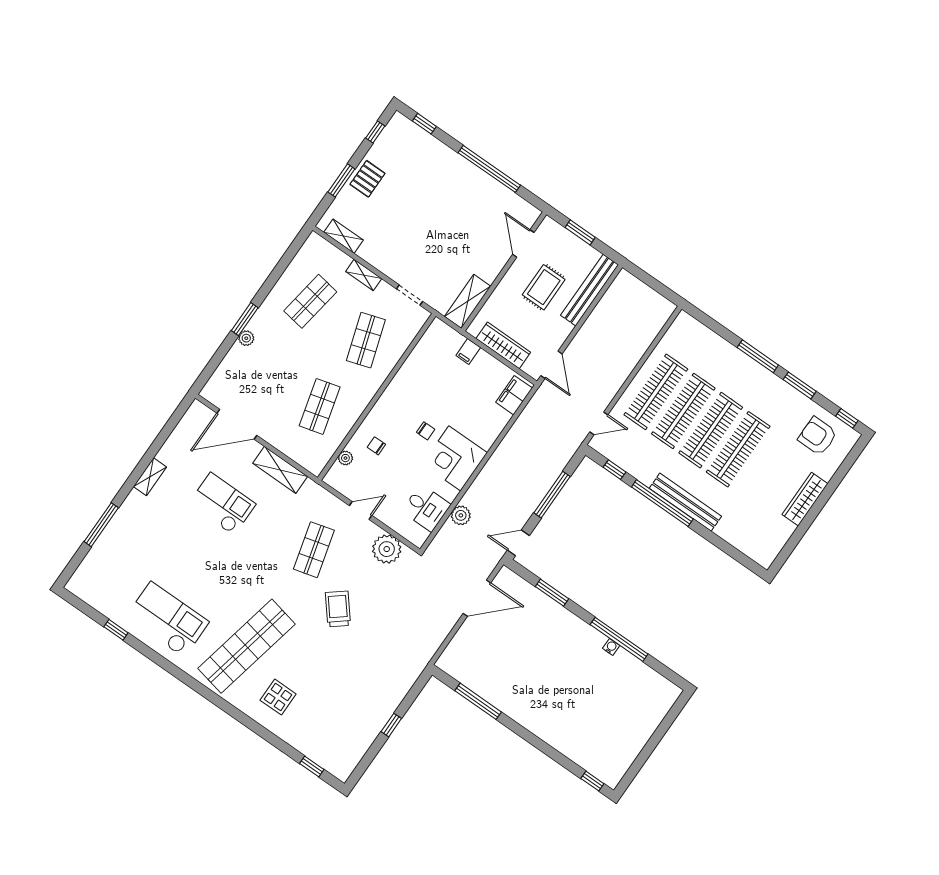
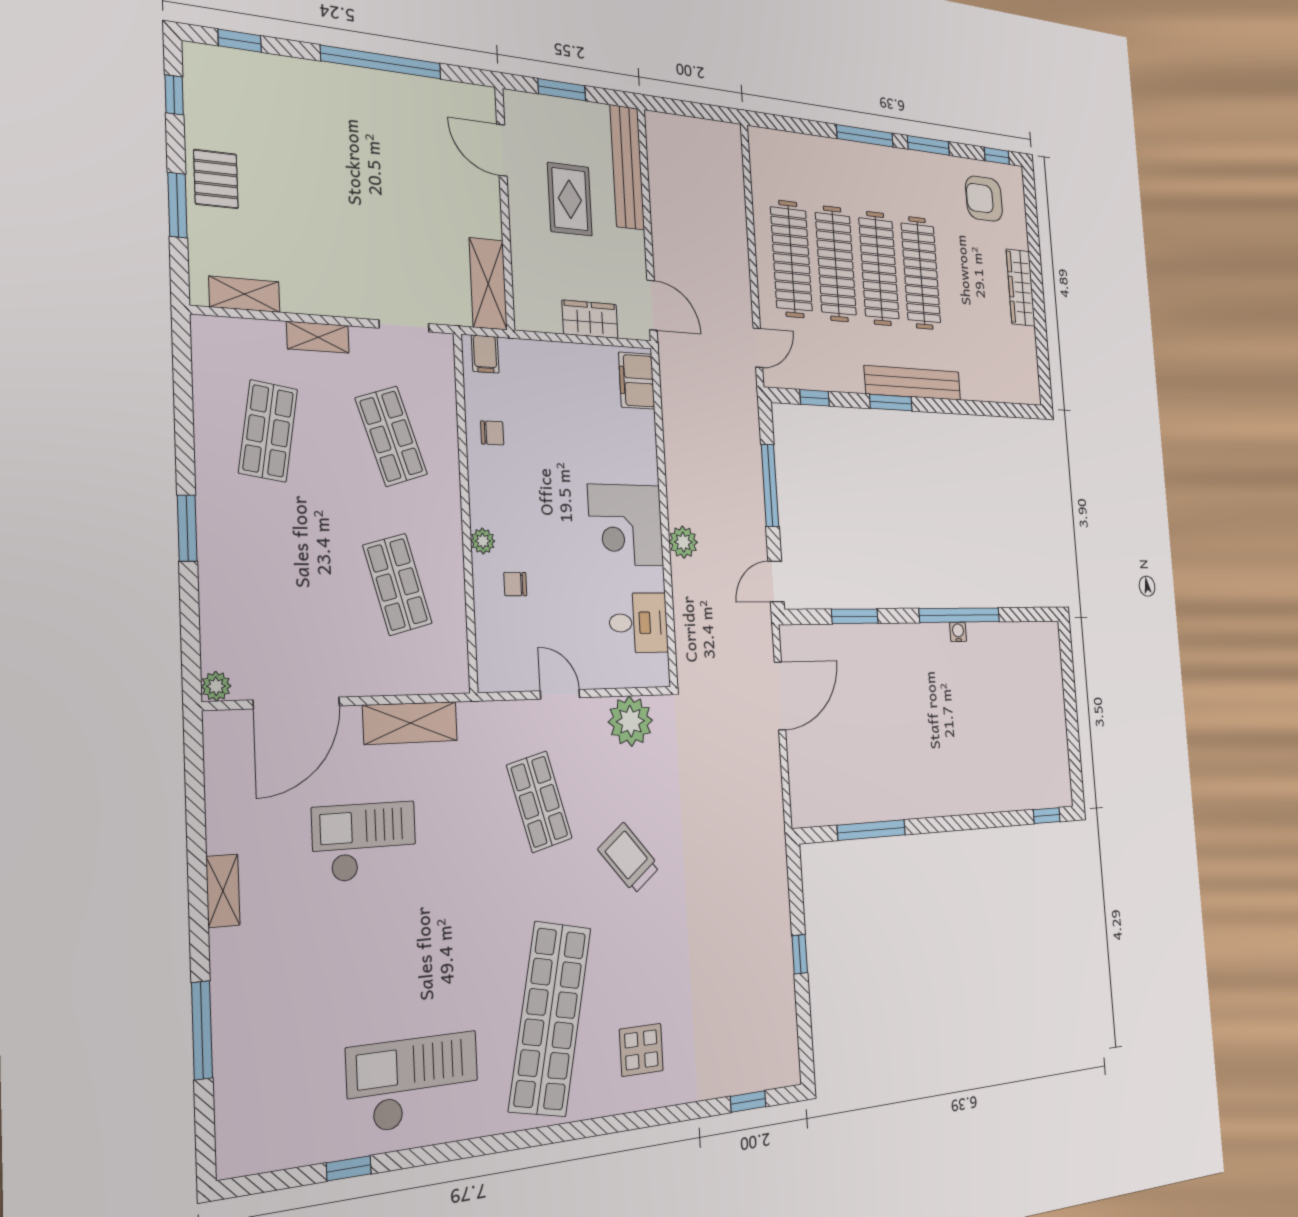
plant: (246, 338) -> (216, 686), moved
wardrobe: (503, 345) -> (590, 319), width x0.67
filing cabinet: (468, 351) -> (485, 354), moved
chair: (426, 431) -> (492, 433), moved
plant: (345, 458) -> (483, 541), moved
window: (662, 503) -> (891, 403), width x0.47
door: (361, 510) -> (560, 694), hinge flipped
plant: (461, 515) -> (683, 542), moved

